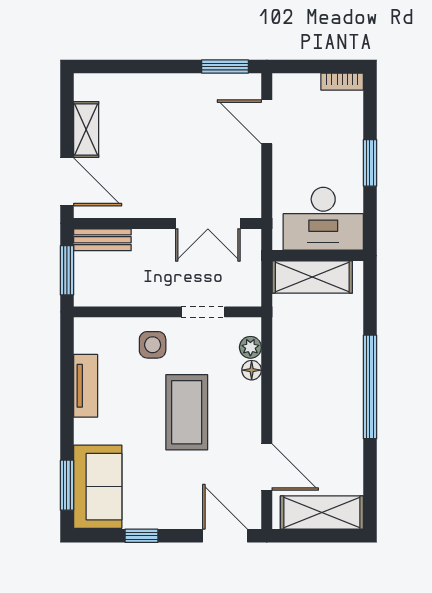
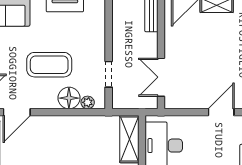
side table: (153, 345) -> (89, 44), removed
floor lamp: (252, 370) -> (69, 98), width x1.89, depth x1.89

